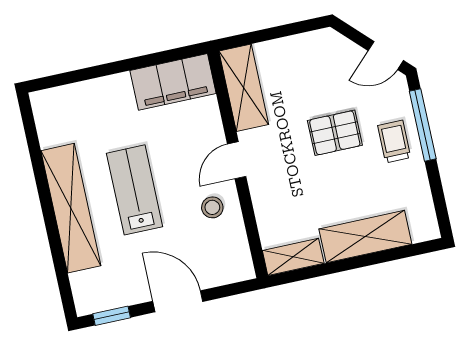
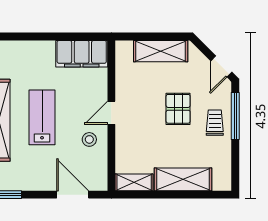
door: (386, 55) -> (221, 66), hinge flipped
shelving: (244, 88) -> (161, 51), moved, turned 90
pallet: (335, 133) -> (178, 109), turned 90
door: (178, 301) -> (73, 195), moved

